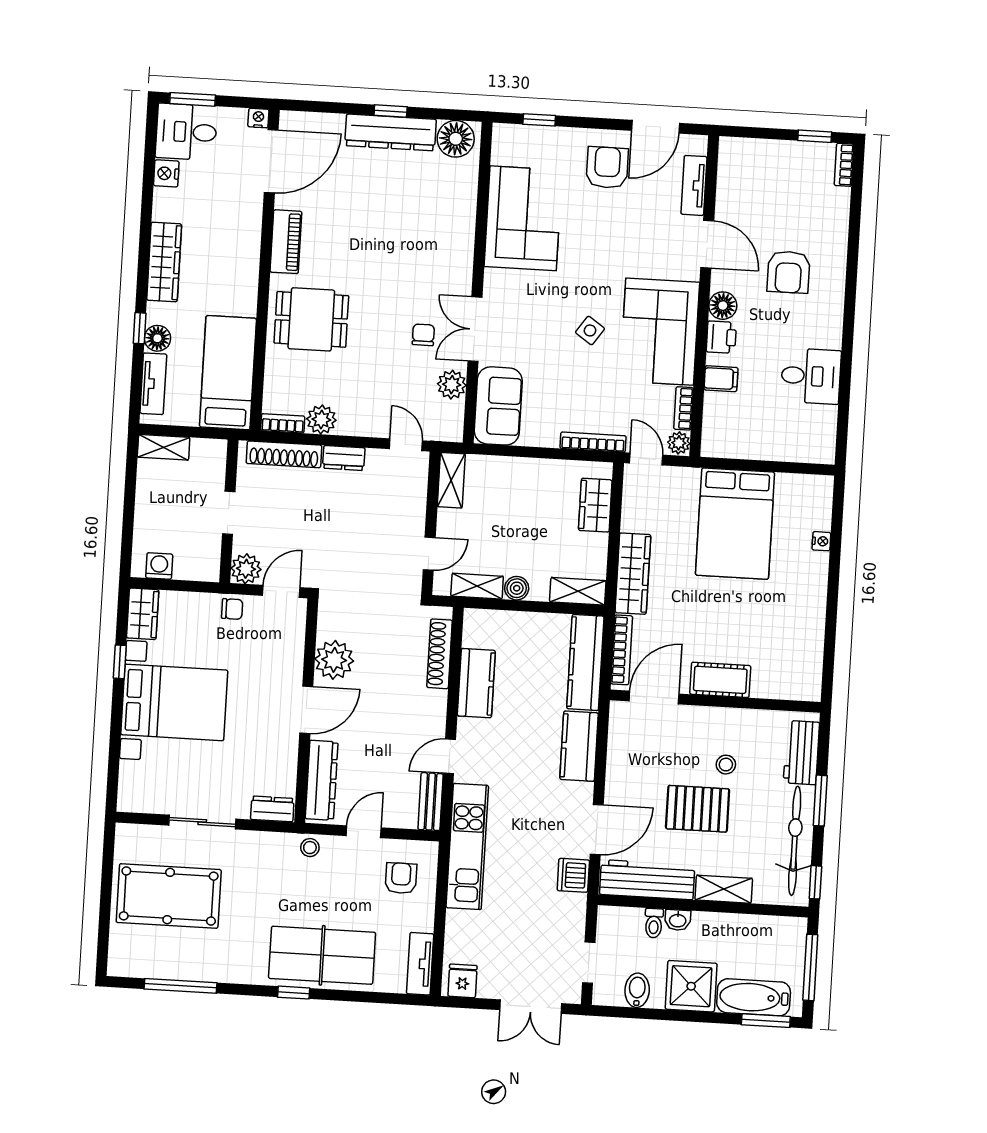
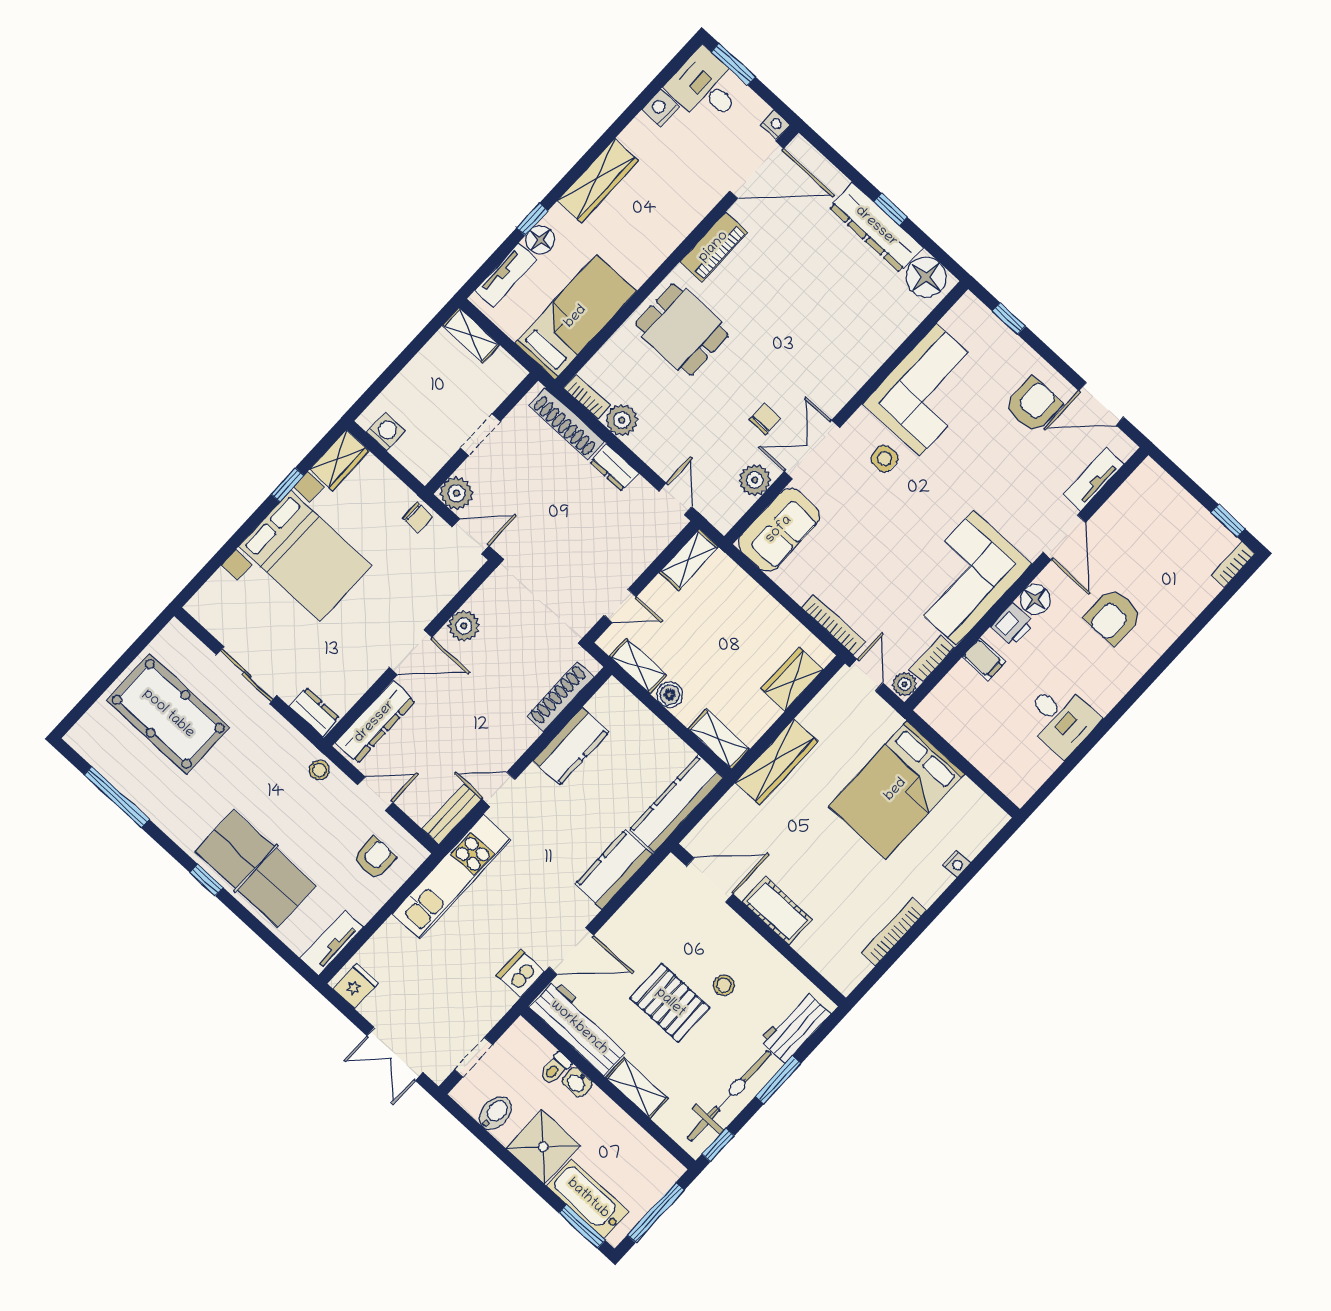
side table: (590, 330) -> (884, 459), moved, turned -34
bookcase: (622, 650) -> (894, 932), moved, turned 180
plant: (334, 660) -> (464, 626), width x0.73, depth x0.73

